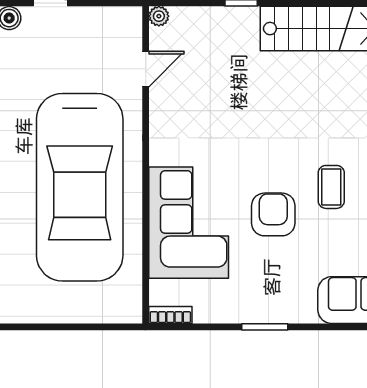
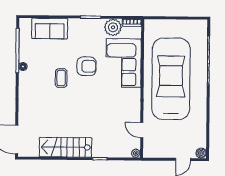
door: (146, 69) -> (142, 130), hinge flipped
armchair: (273, 214) -> (87, 66), turned -90
plant: (214, 304) -> (113, 27), added

